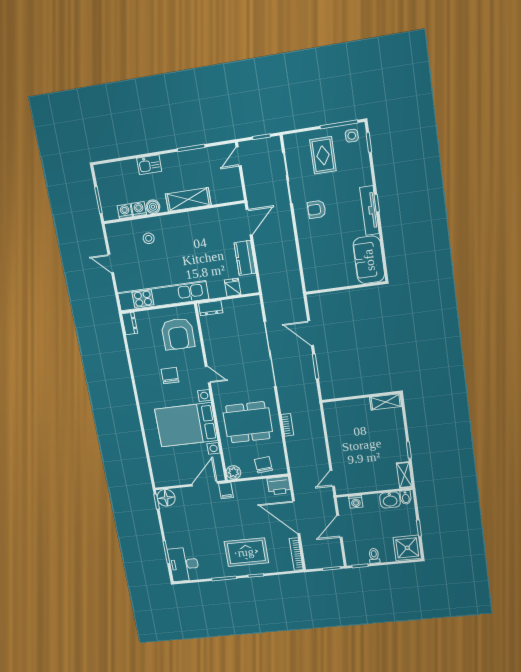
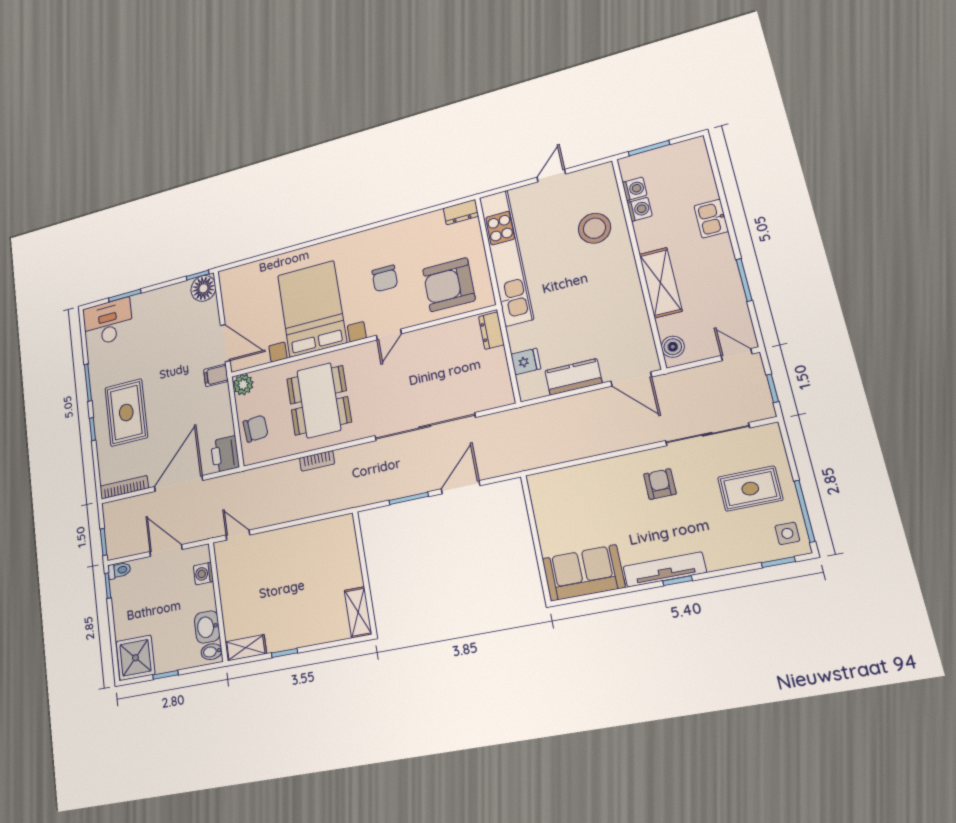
boiler: (153, 207) -> (673, 347), moved
stool: (149, 238) -> (594, 228), width x1.89, depth x1.89
chair: (170, 376) -> (385, 278), turned 90
toilet: (374, 556) -> (119, 570), moved

